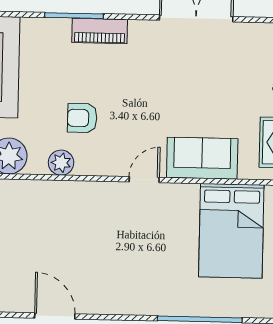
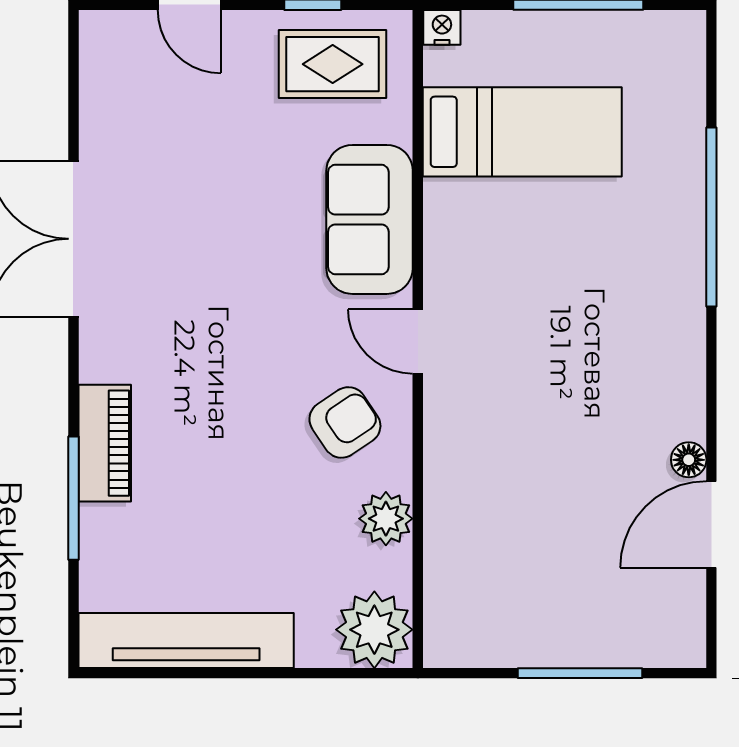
armchair: (82, 118) -> (345, 422), moved, turned -124
bed: (231, 231) -> (522, 132), width x0.67
floor lamp: (86, 306) -> (689, 460), added

